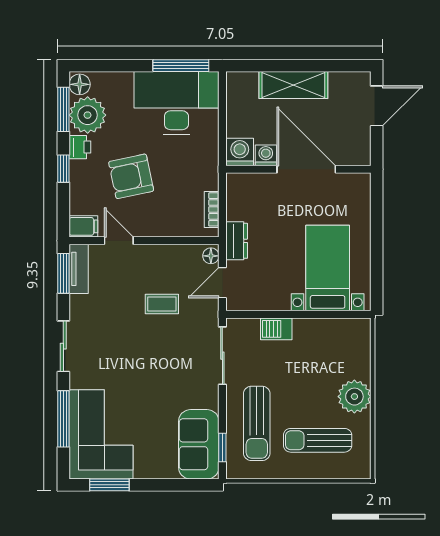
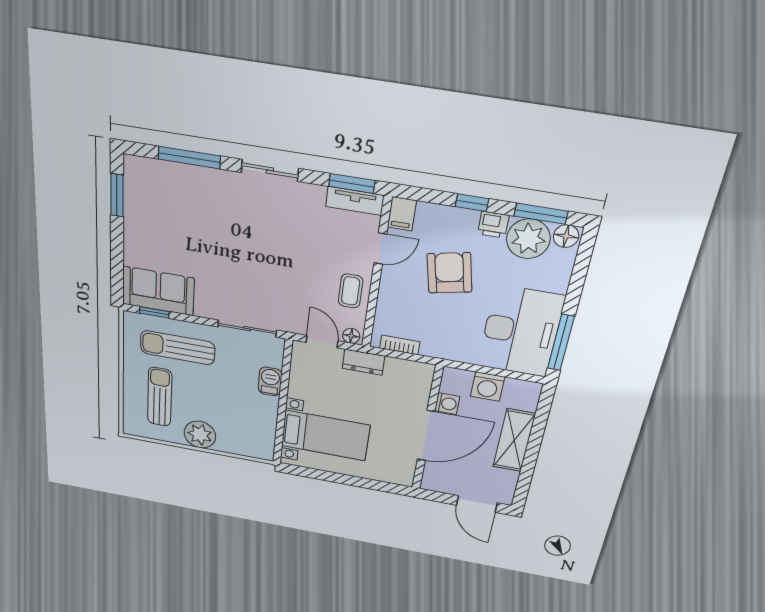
washing machine: (240, 152) -> (488, 387), moved, turned 90
coffee table: (162, 304) -> (351, 291), moved
corner sofa: (101, 434) -> (171, 195), removed

